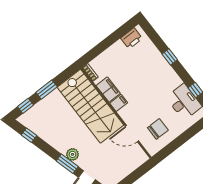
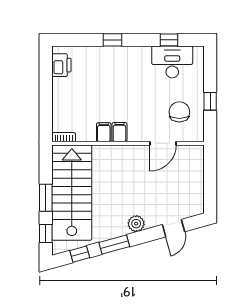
filing cabinet: (108, 90) -> (104, 132), width x0.50
stairs: (90, 106) -> (72, 193), moved, turned -90
window: (178, 142) -> (210, 101), added
window: (67, 164) -> (114, 245), moved

